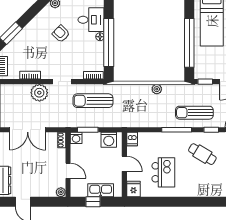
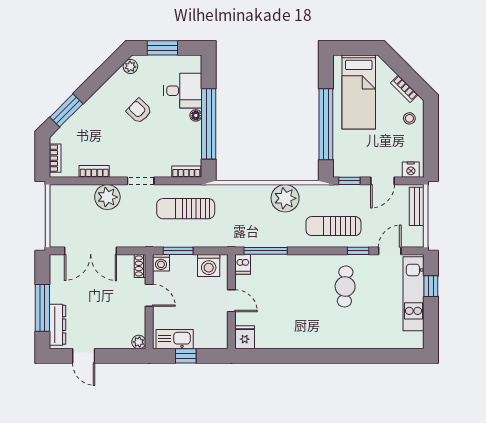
plant: (157, 89) -> (285, 198), width x1.87, depth x1.87
window: (177, 130) -> (266, 251), moved
cafe table: (202, 154) -> (345, 286), turned 62
door: (68, 171) -> (149, 295), moved
kitchen island: (163, 172) -> (288, 313), removed
kitchen sink: (101, 190) -> (175, 339), moved

